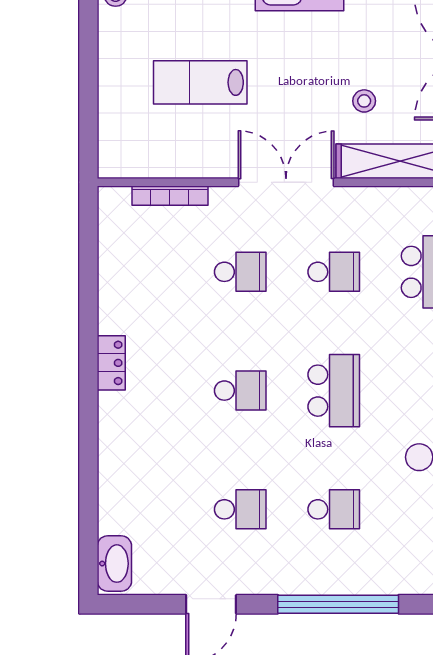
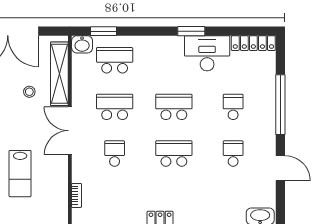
bookcase: (170, 196) -> (77, 195), width x0.64
school desk: (334, 272) -> (115, 107), width x1.85
school desk: (240, 391) -> (174, 154), width x1.85

